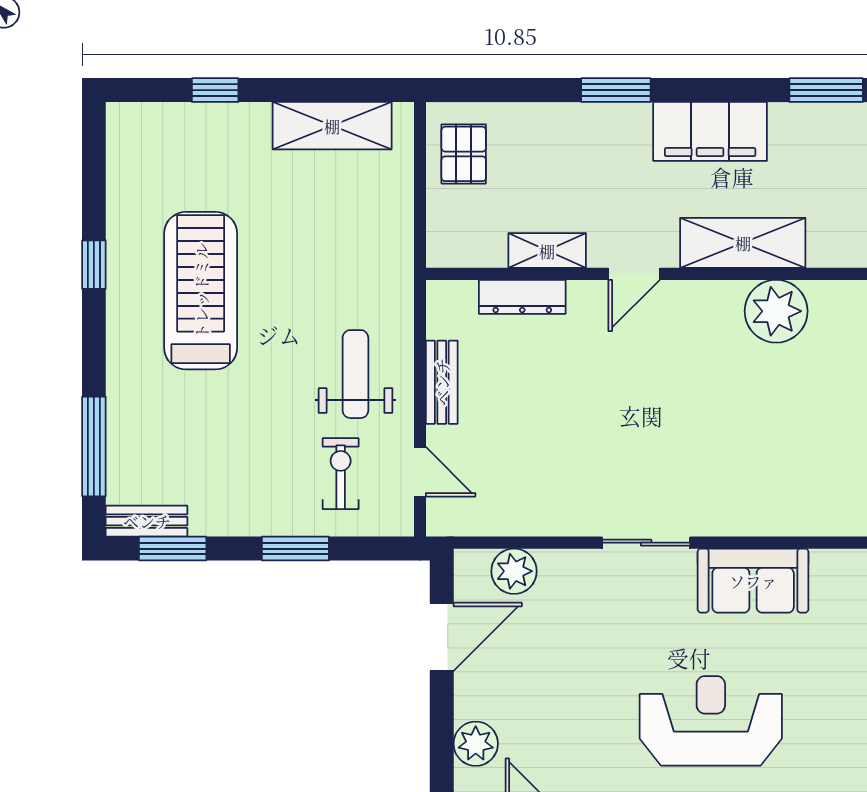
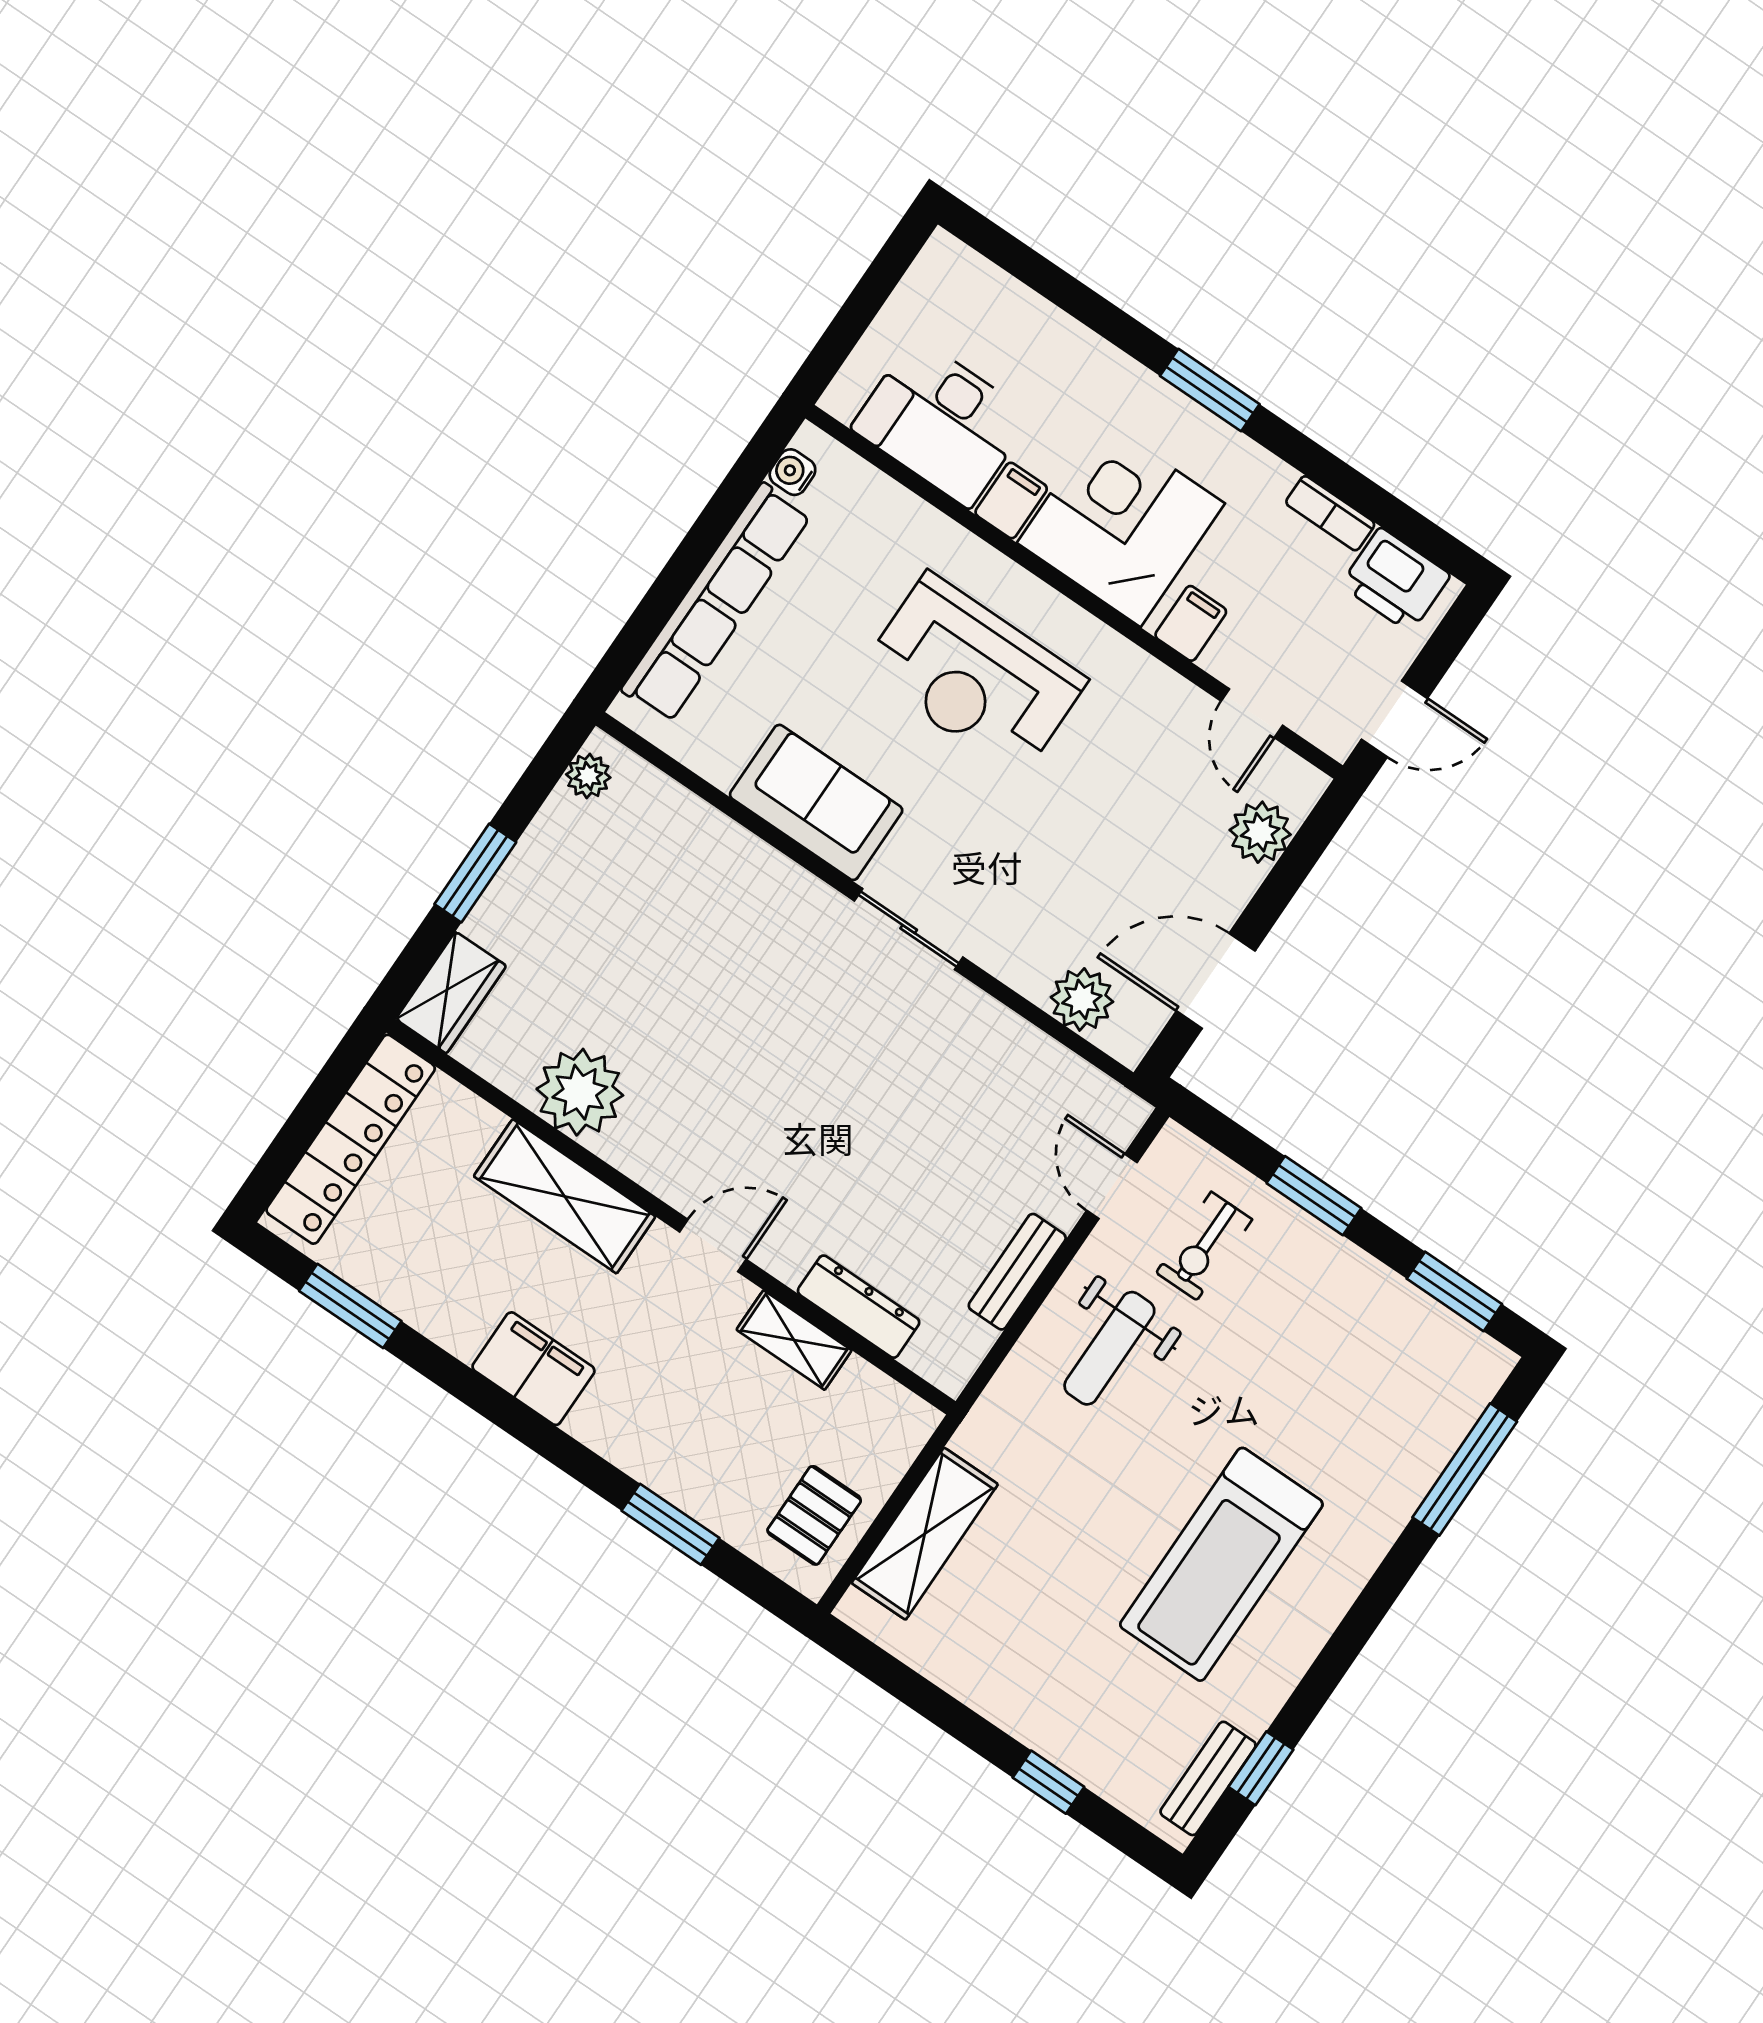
window: (616, 90) -> (670, 1524), moved
shelving: (332, 126) -> (925, 1534), moved, turned 90
filing cabinet: (710, 131) -> (533, 1369), width x0.67, depth x0.86
window: (94, 265) -> (1261, 1768), moved
bench: (147, 521) -> (1208, 1778), moved, turned 90

